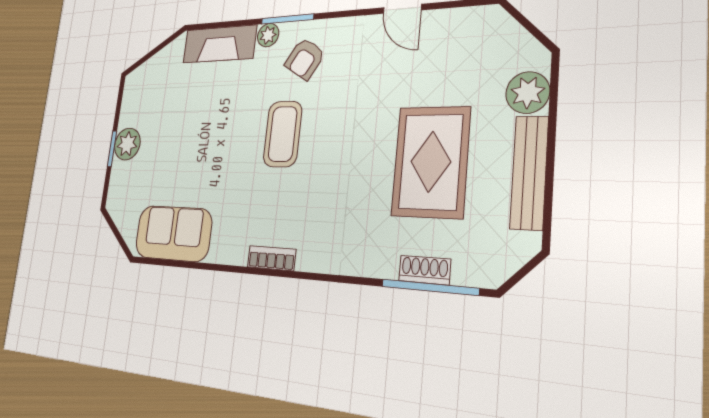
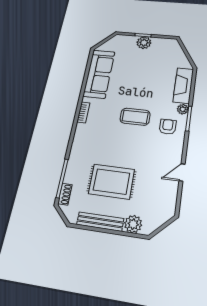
armchair: (305, 59) -> (168, 127), turned 58
sofa: (173, 233) -> (99, 74), width x1.36
shoe rack: (425, 270) -> (65, 194), moved

